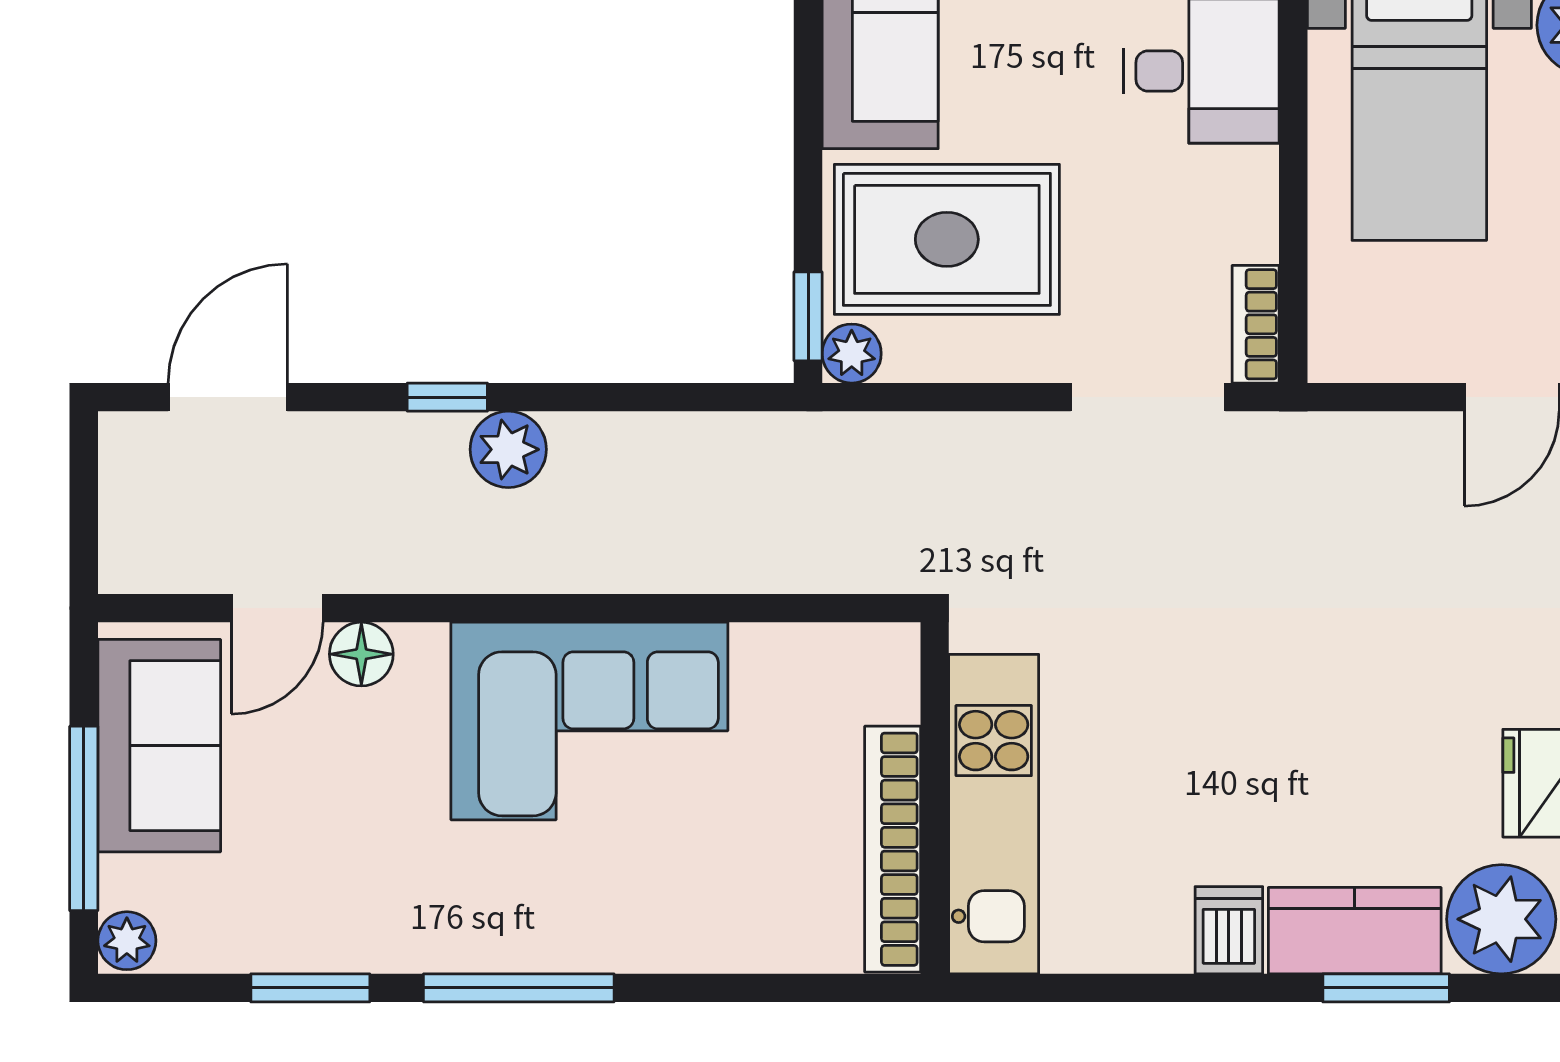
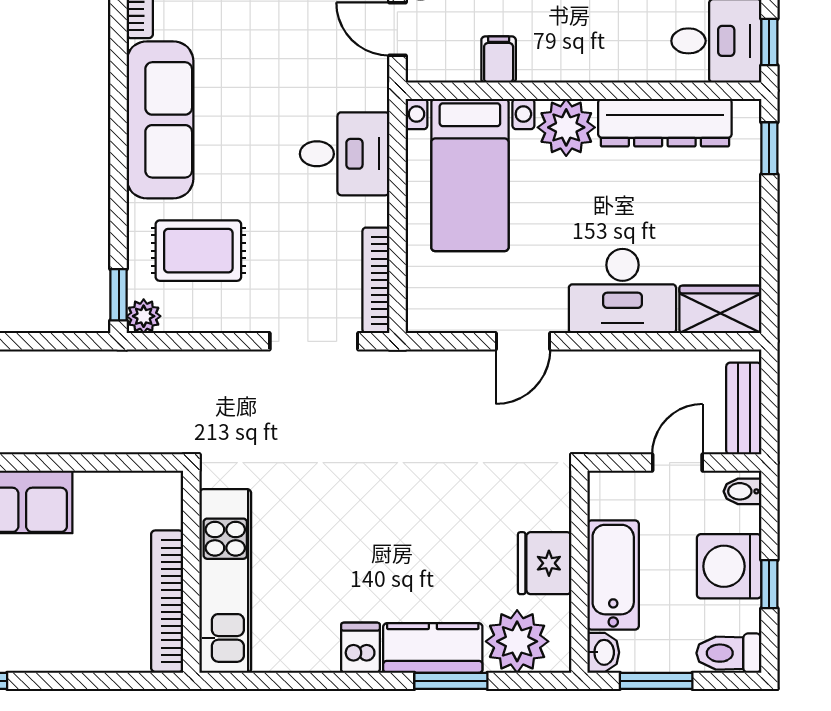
rug: (947, 239) -> (198, 251), width x0.73, depth x0.70
bookcase: (1256, 324) -> (376, 280), width x1.56

